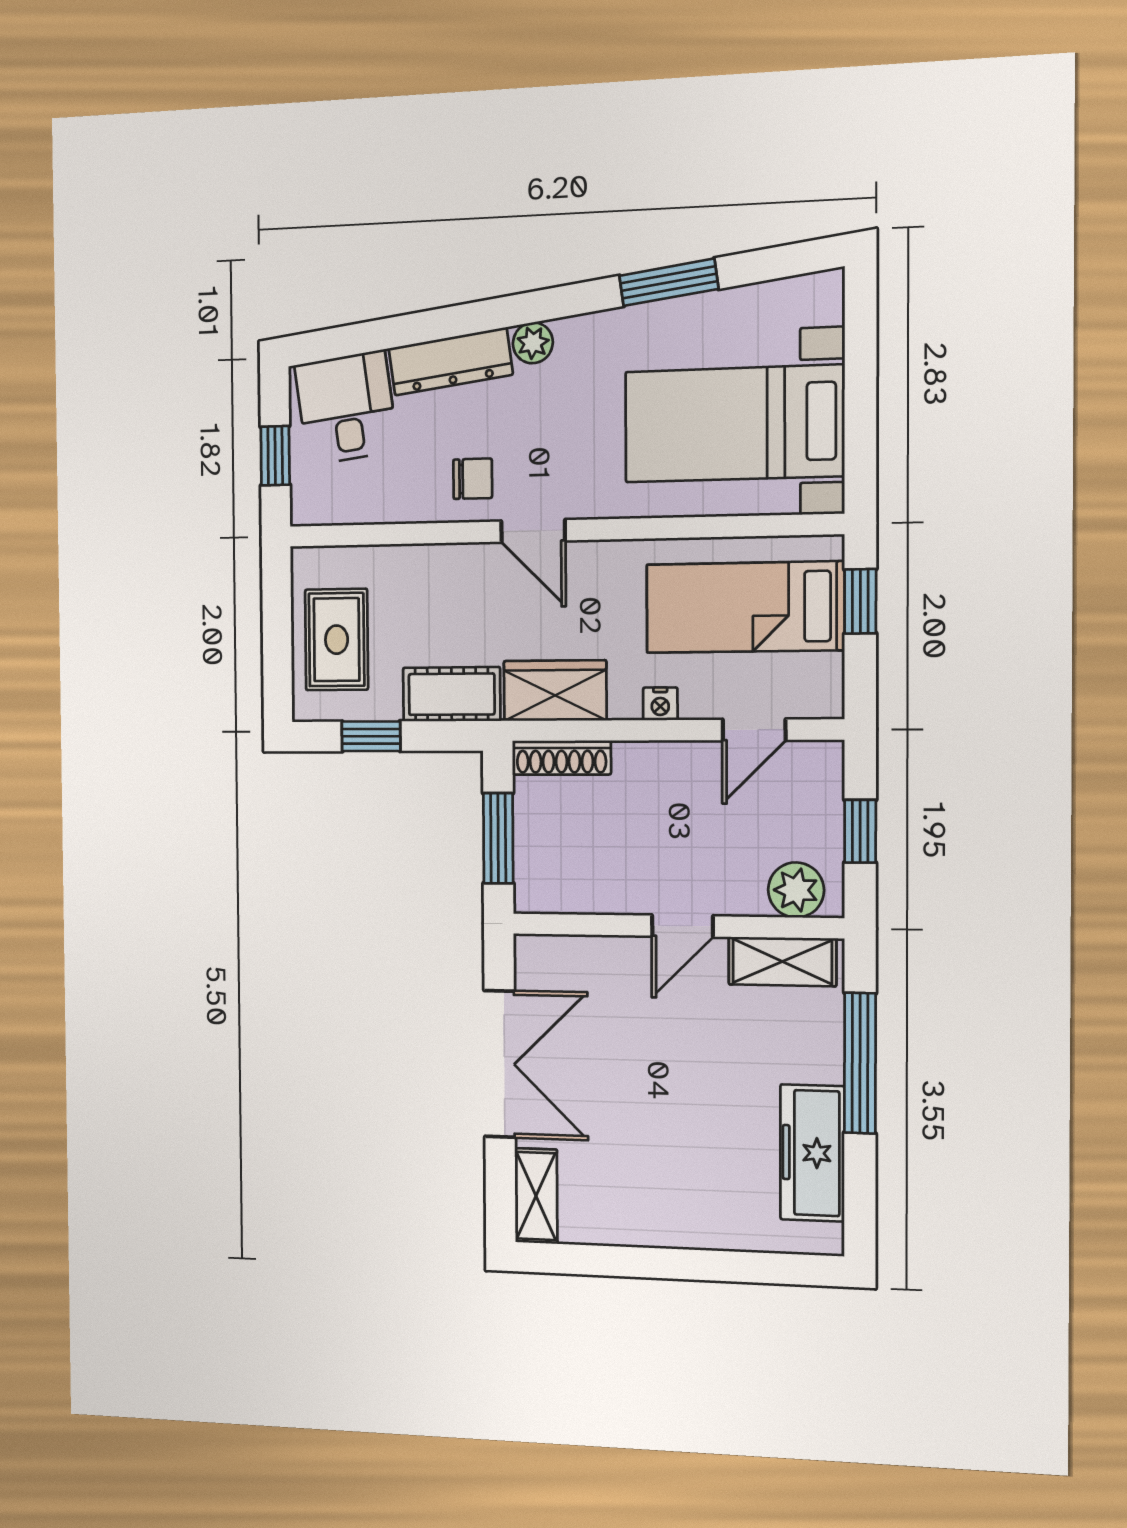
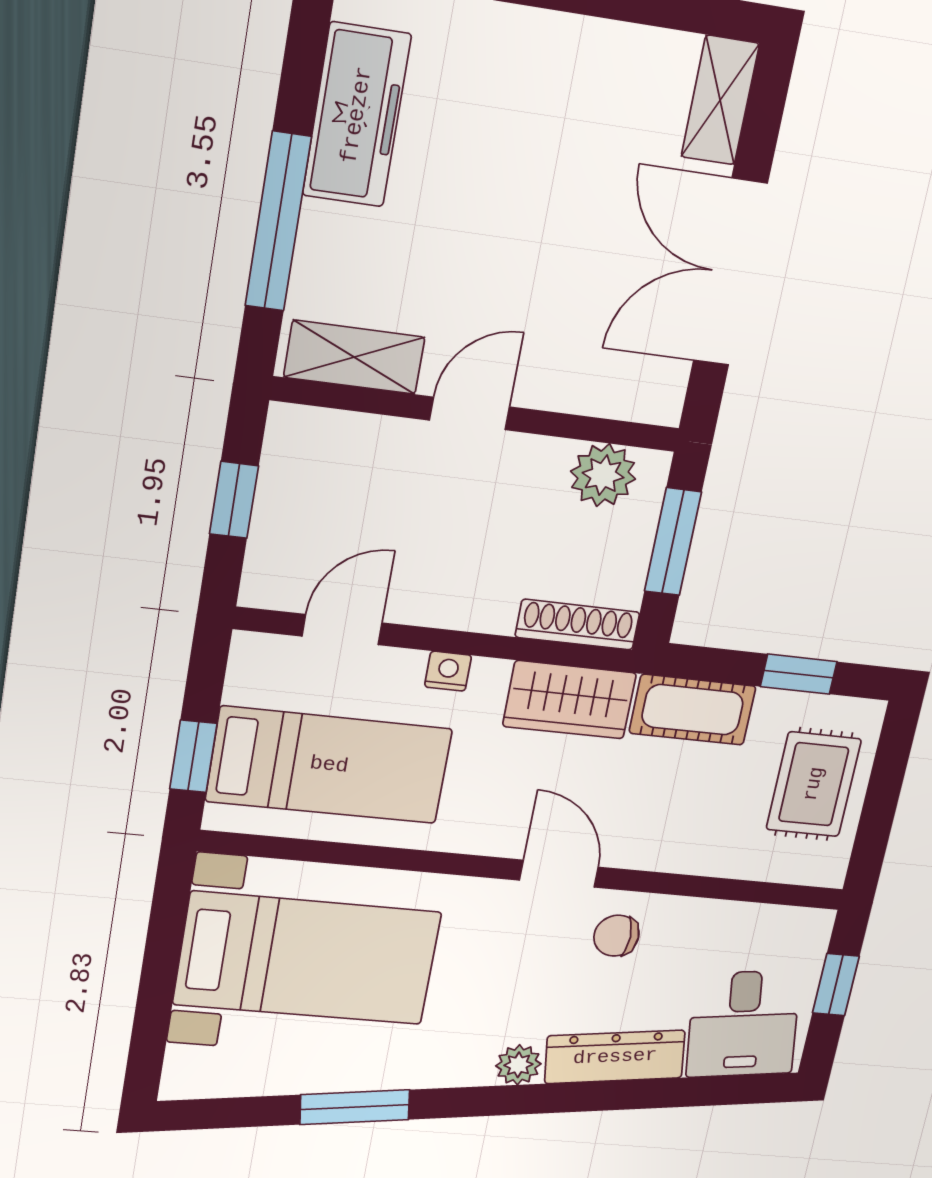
plant: (796, 890) -> (603, 475), moved

